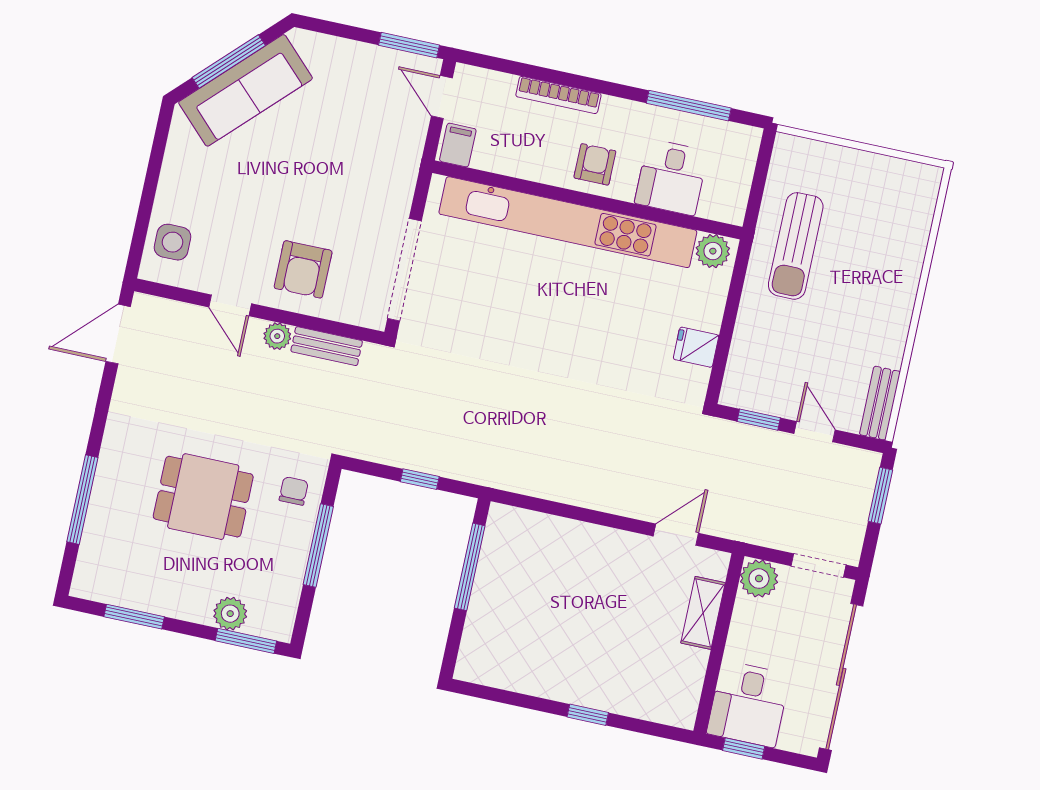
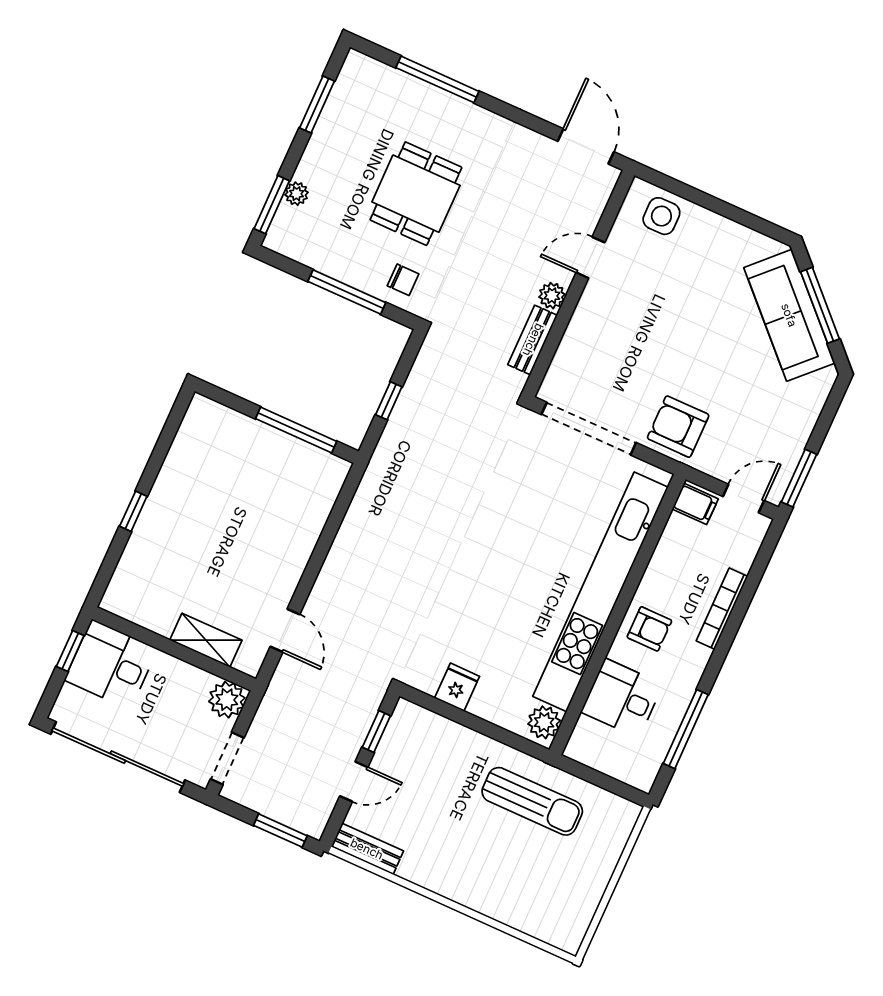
sun lounger: (796, 246) -> (532, 801), turned 180
armchair: (303, 269) -> (678, 427), moved
plant: (230, 614) -> (297, 194), width x0.73, depth x0.73

